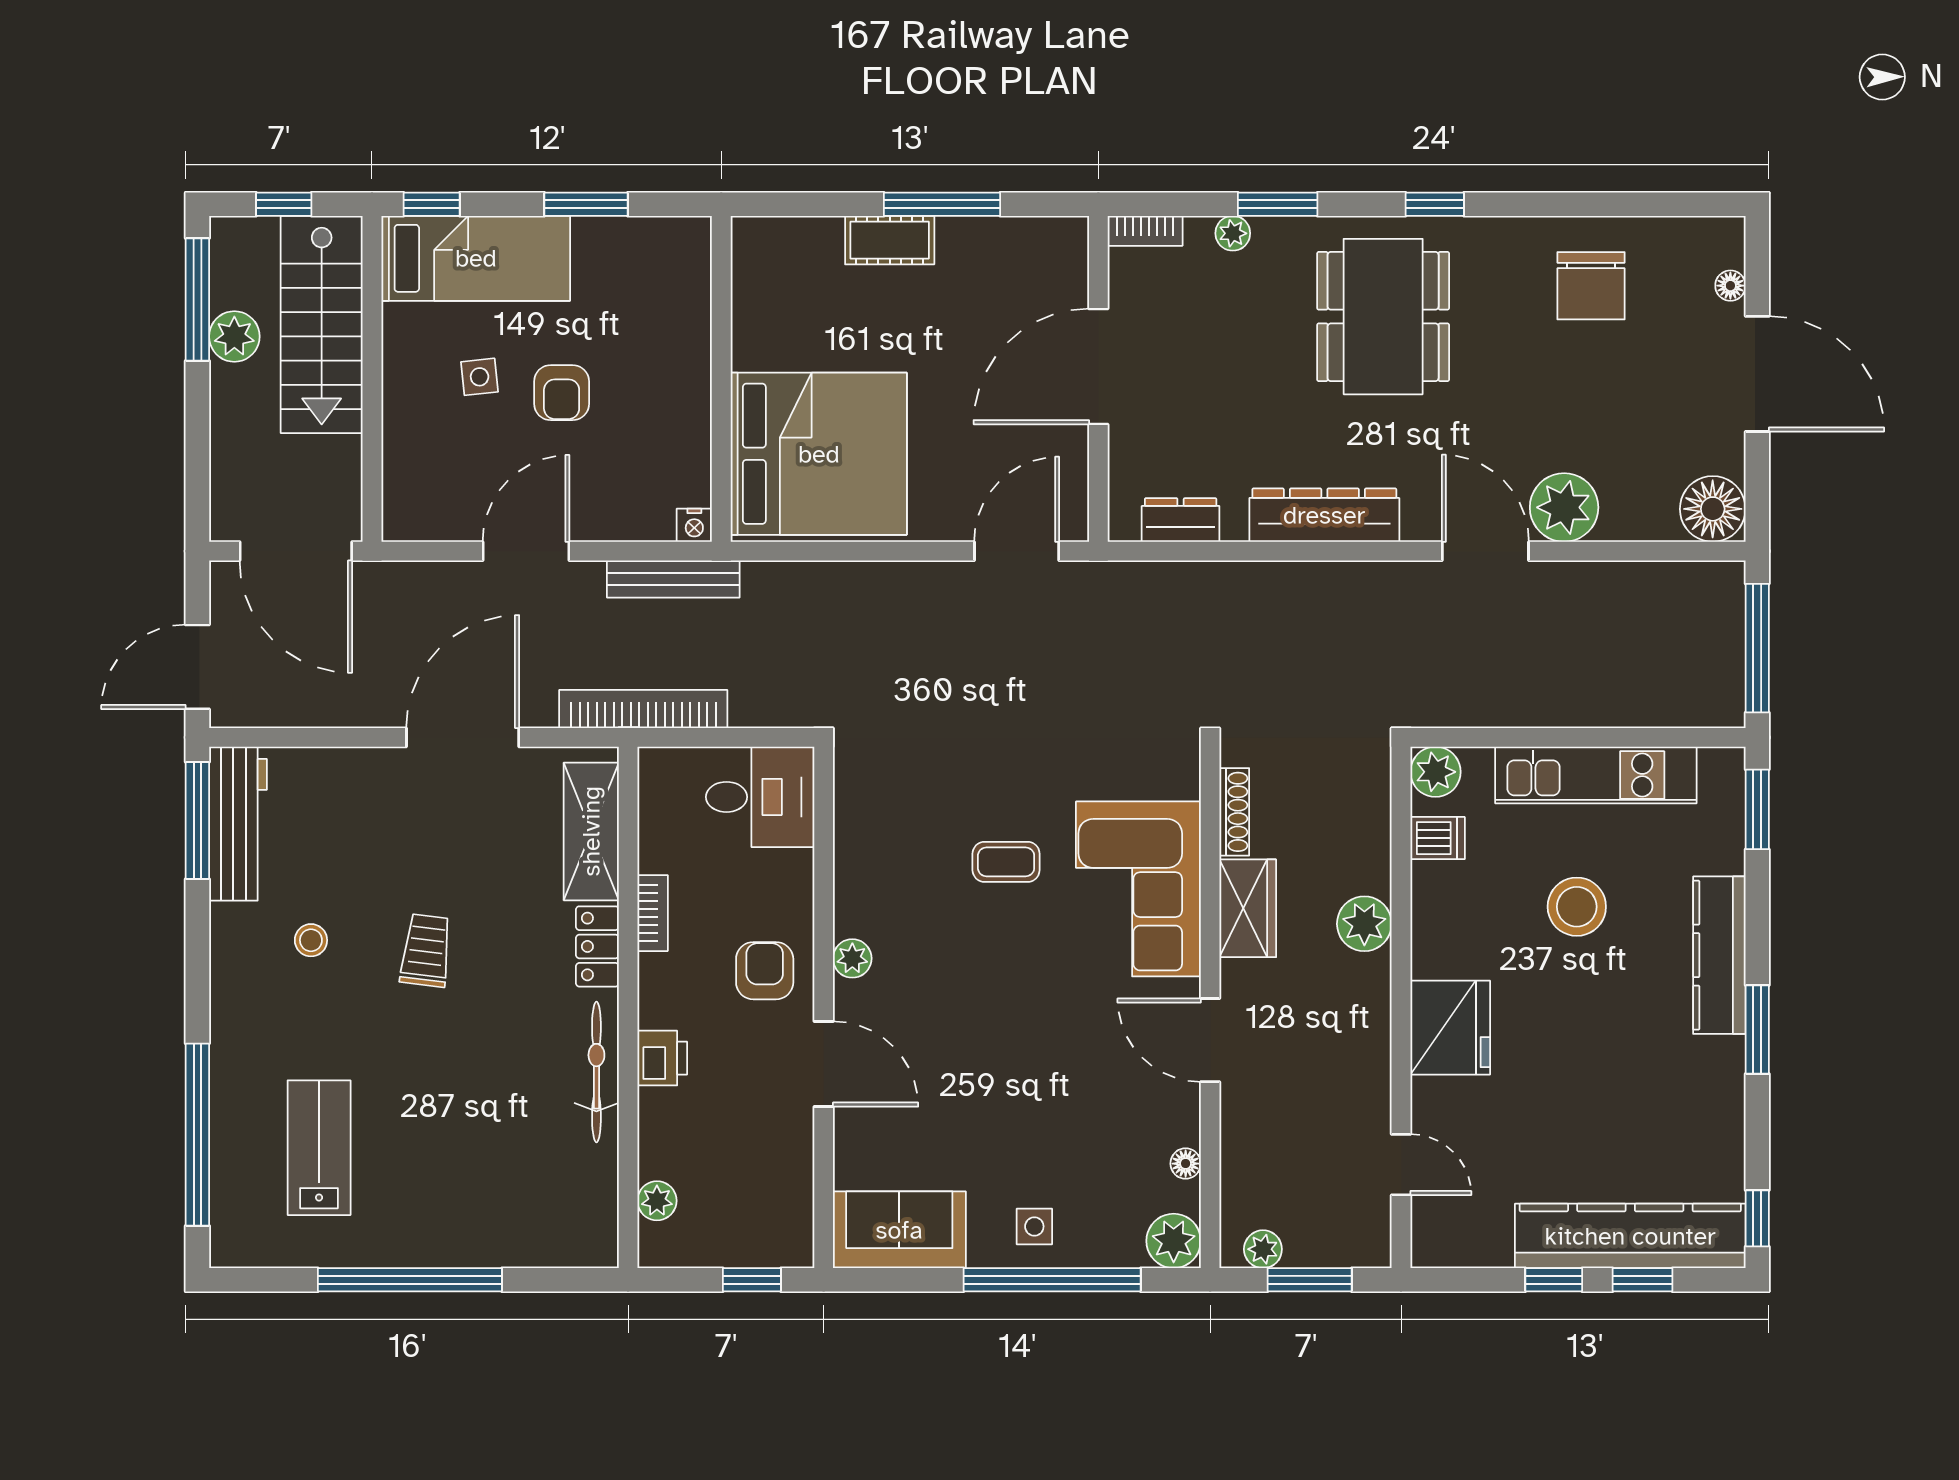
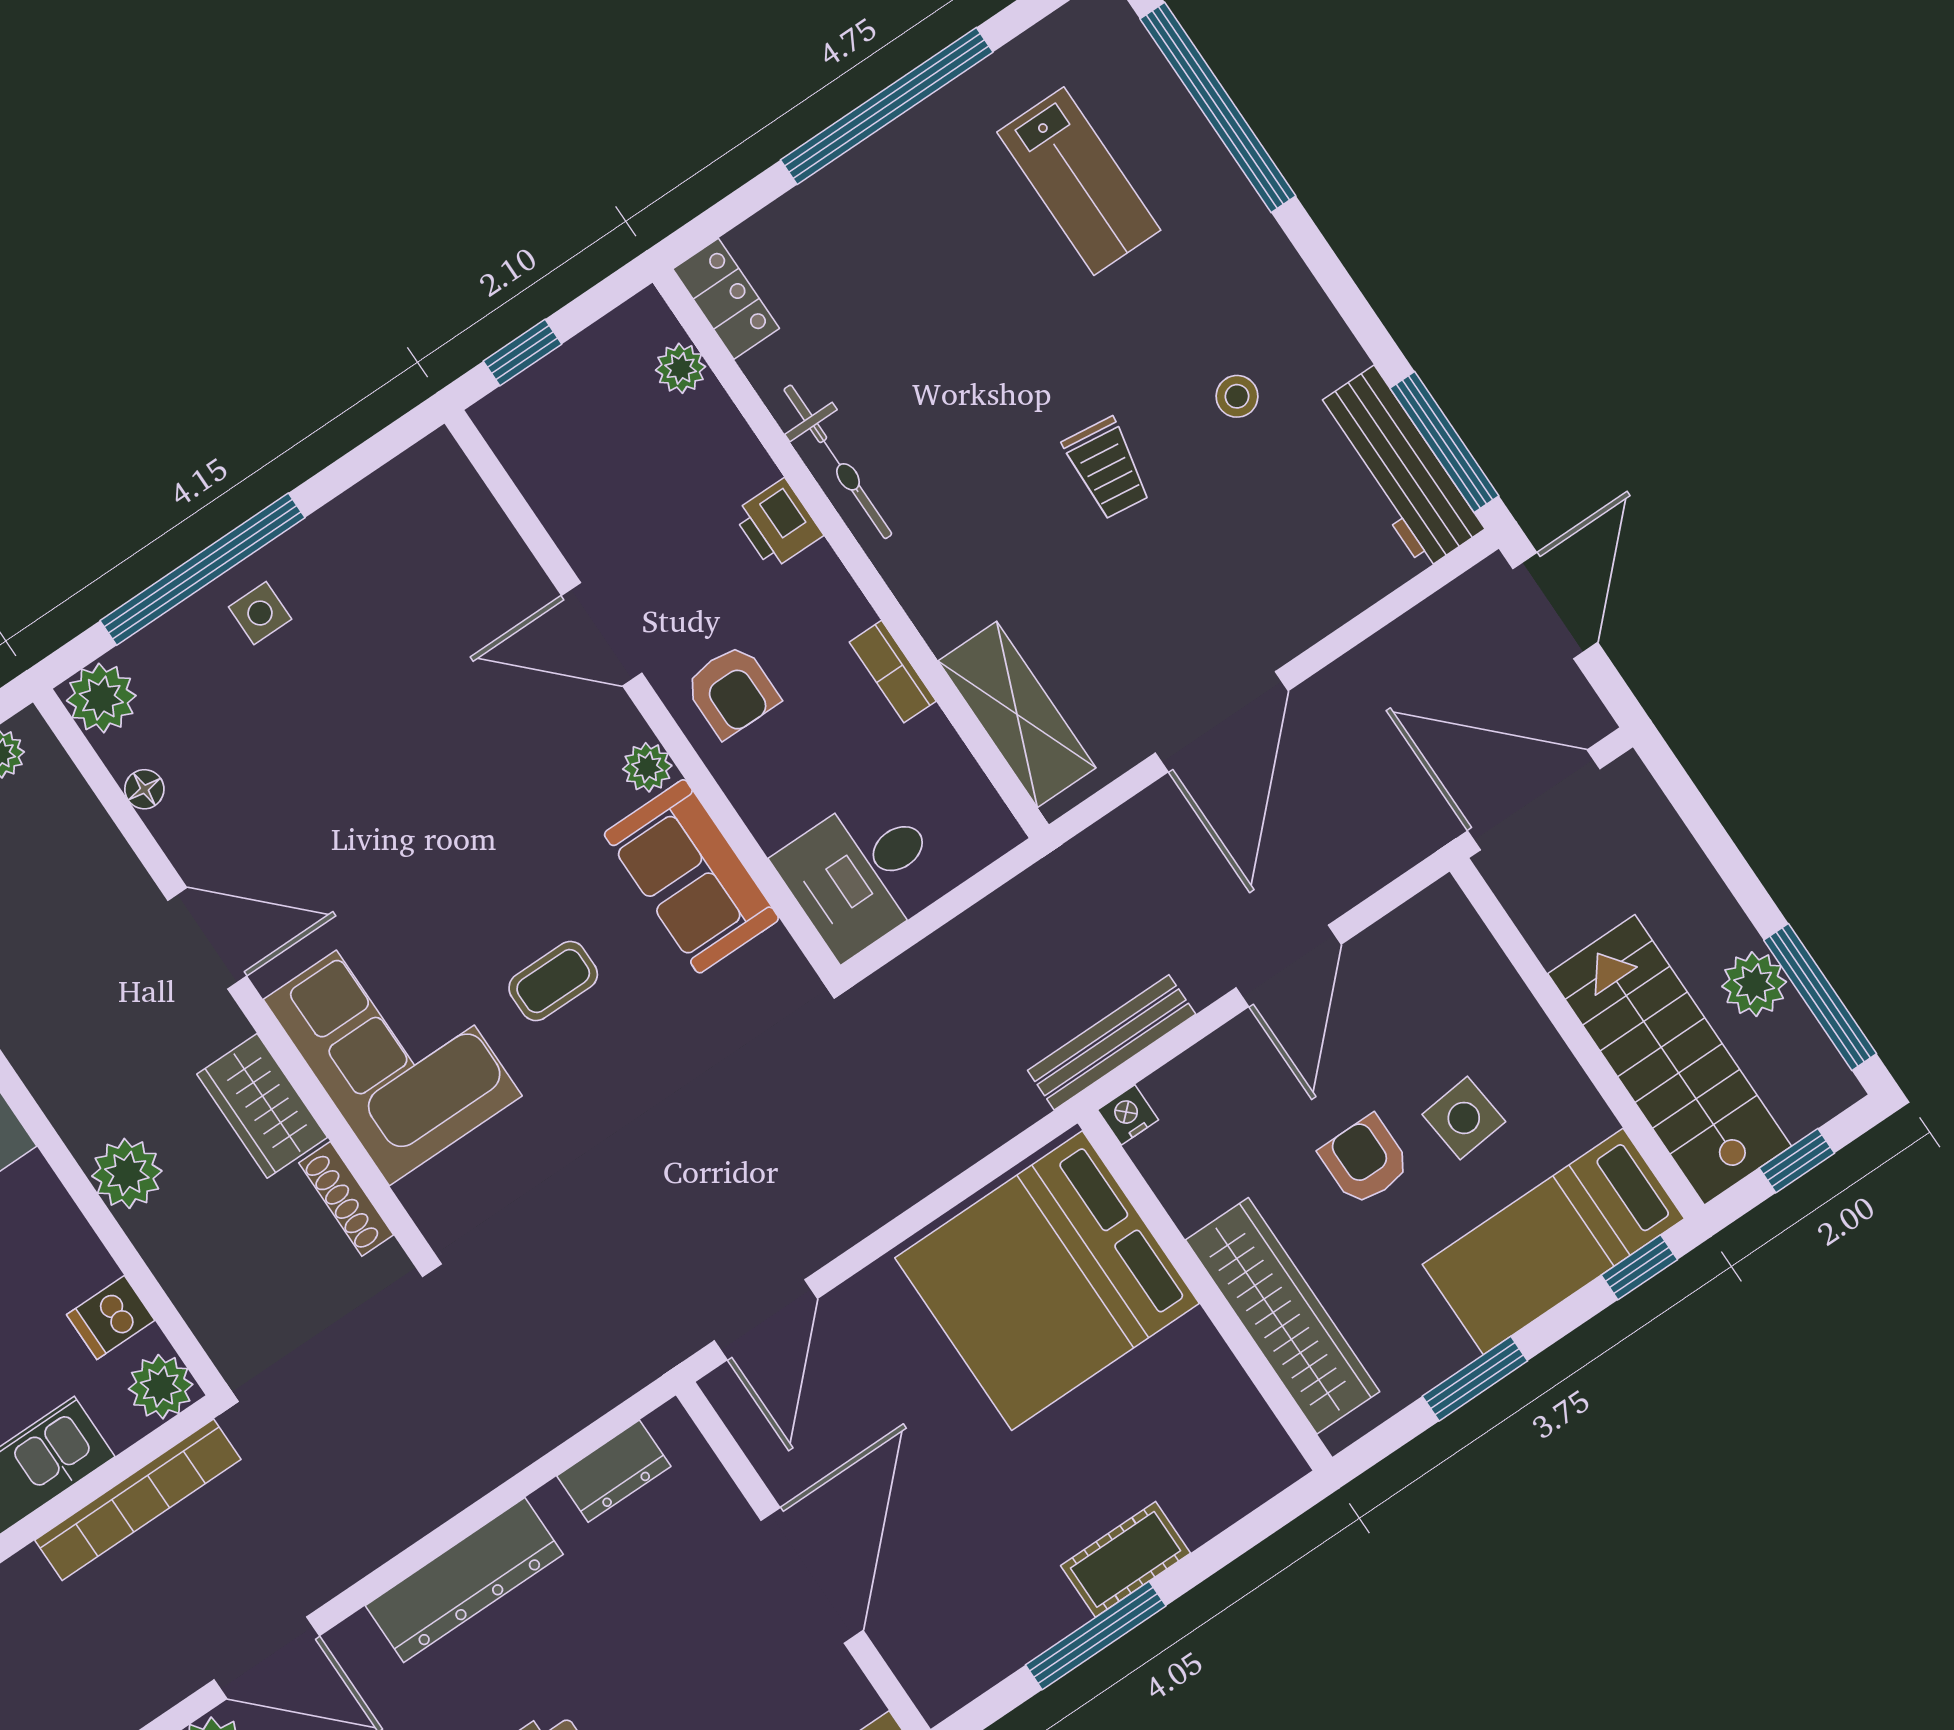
wardrobe: (682, 328) -> (1283, 1316), added
side table: (480, 377) -> (1464, 1118), width x1.37, depth x1.37
bookcase: (643, 709) -> (138, 1500), moved
locker: (597, 946) -> (726, 299), moved
sofa: (899, 1230) -> (691, 876), moved, turned 90

